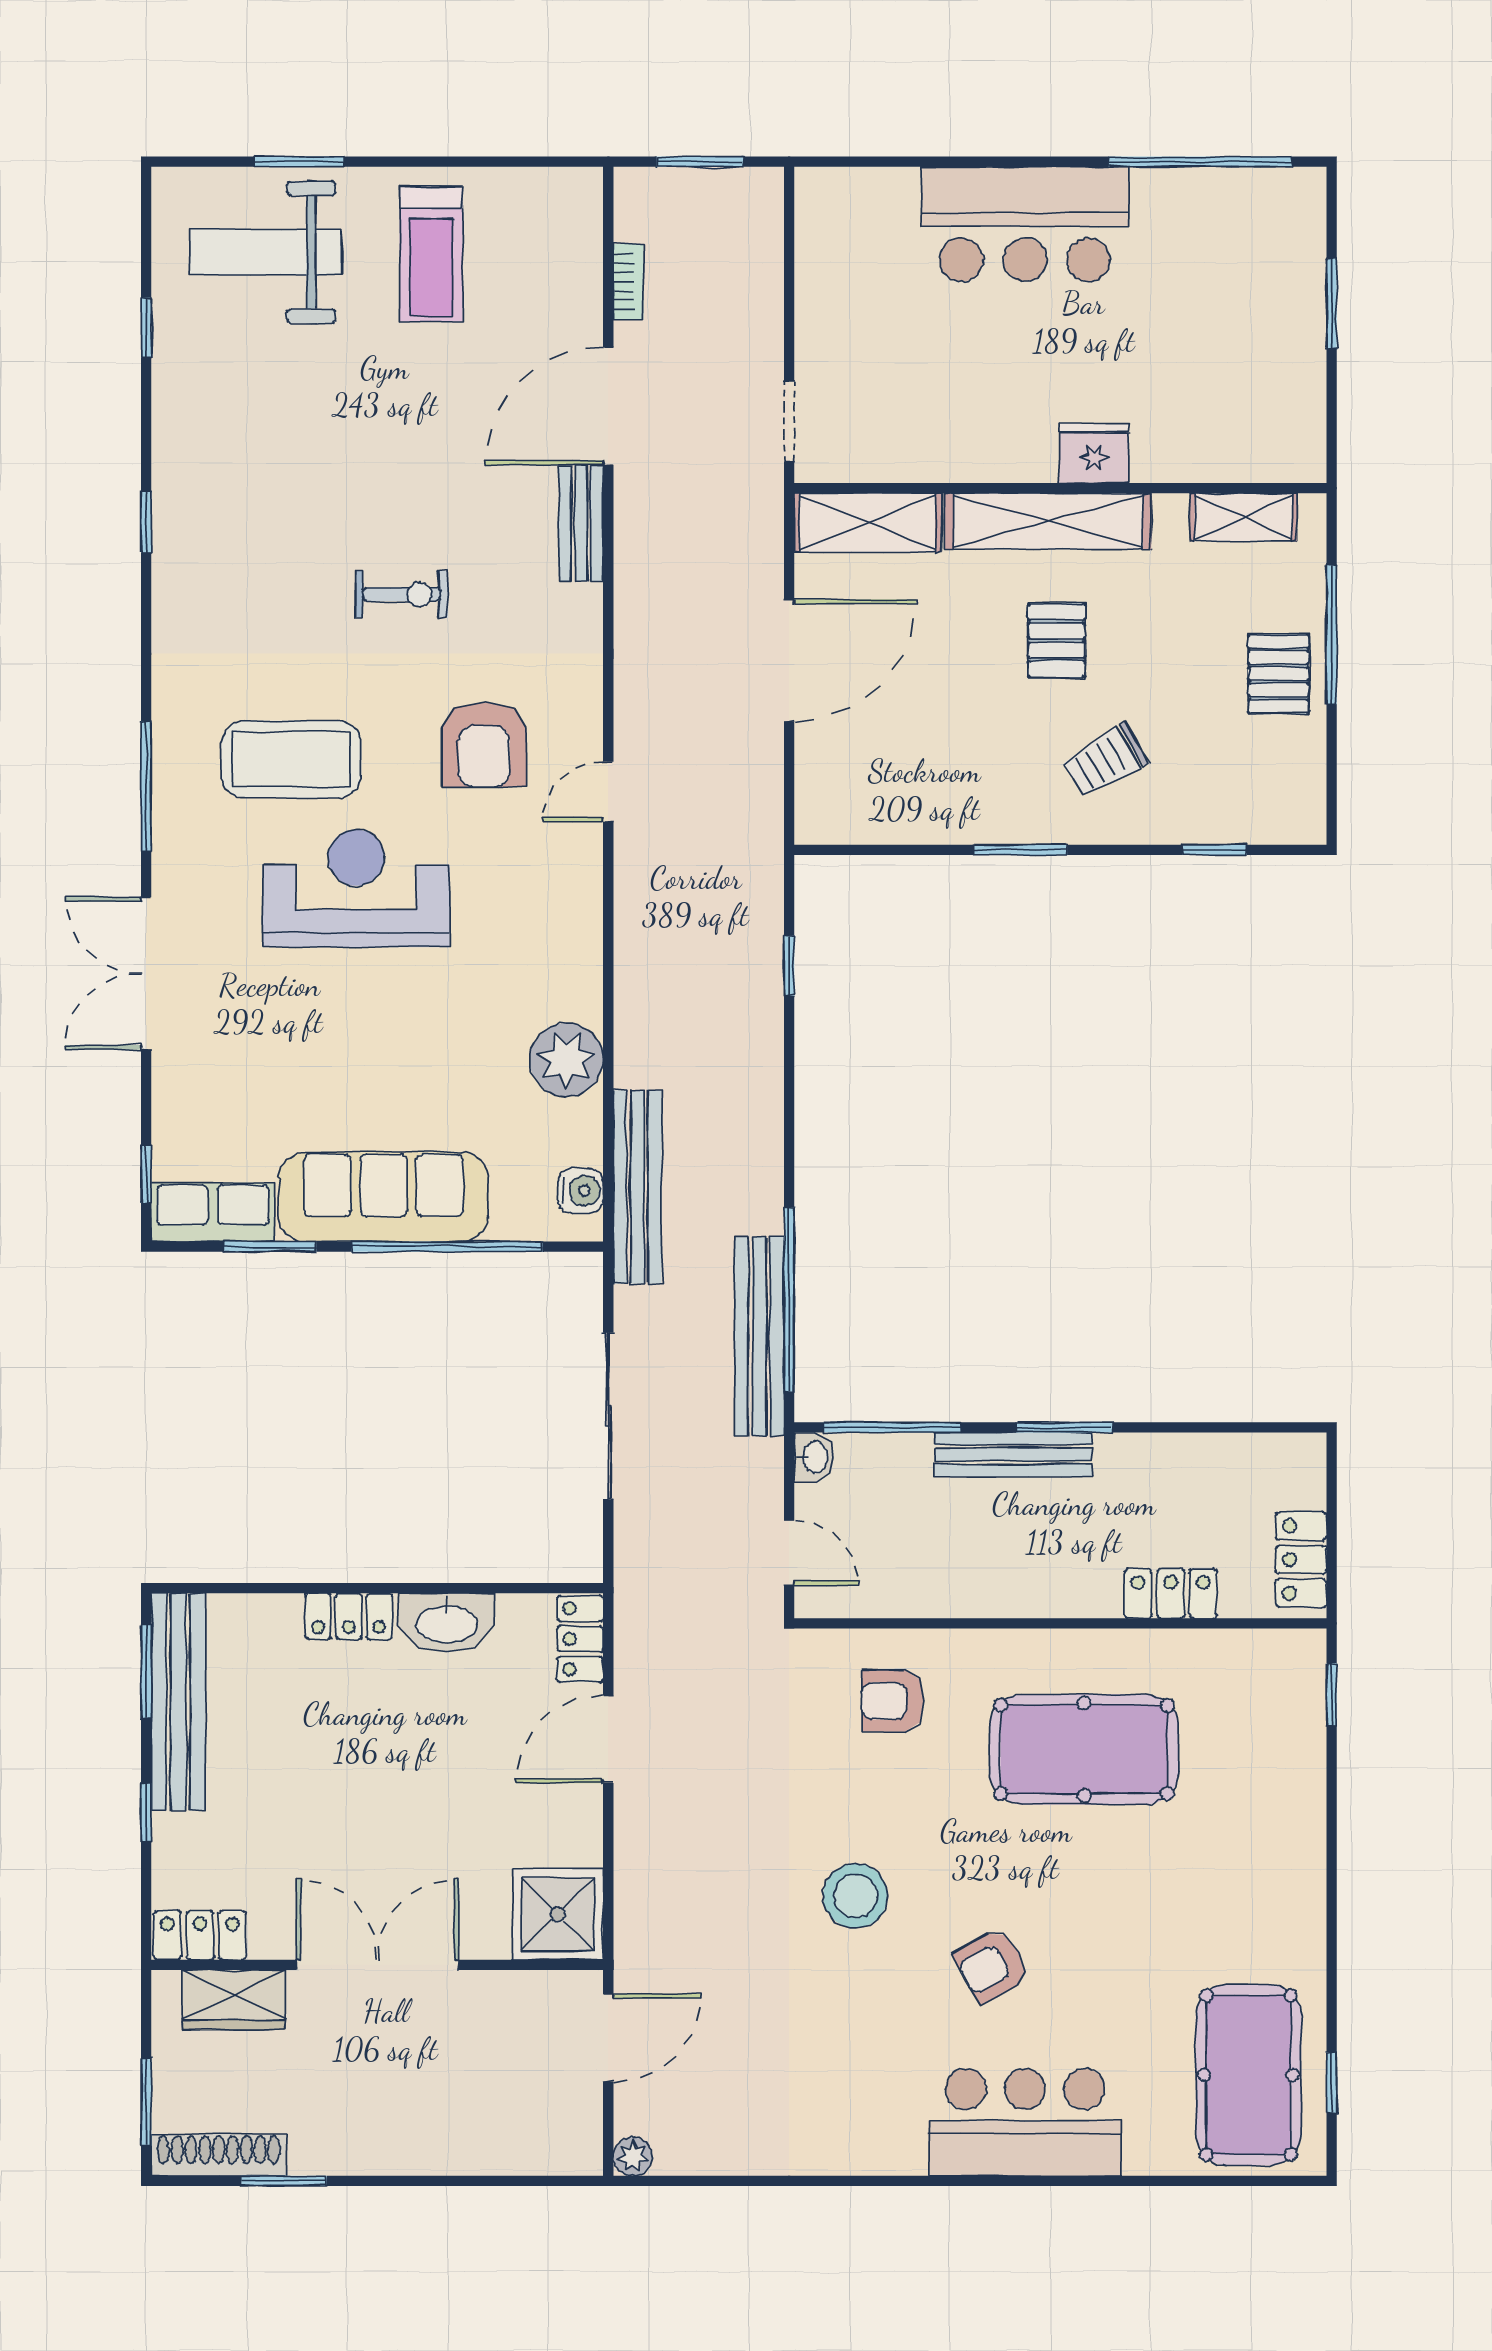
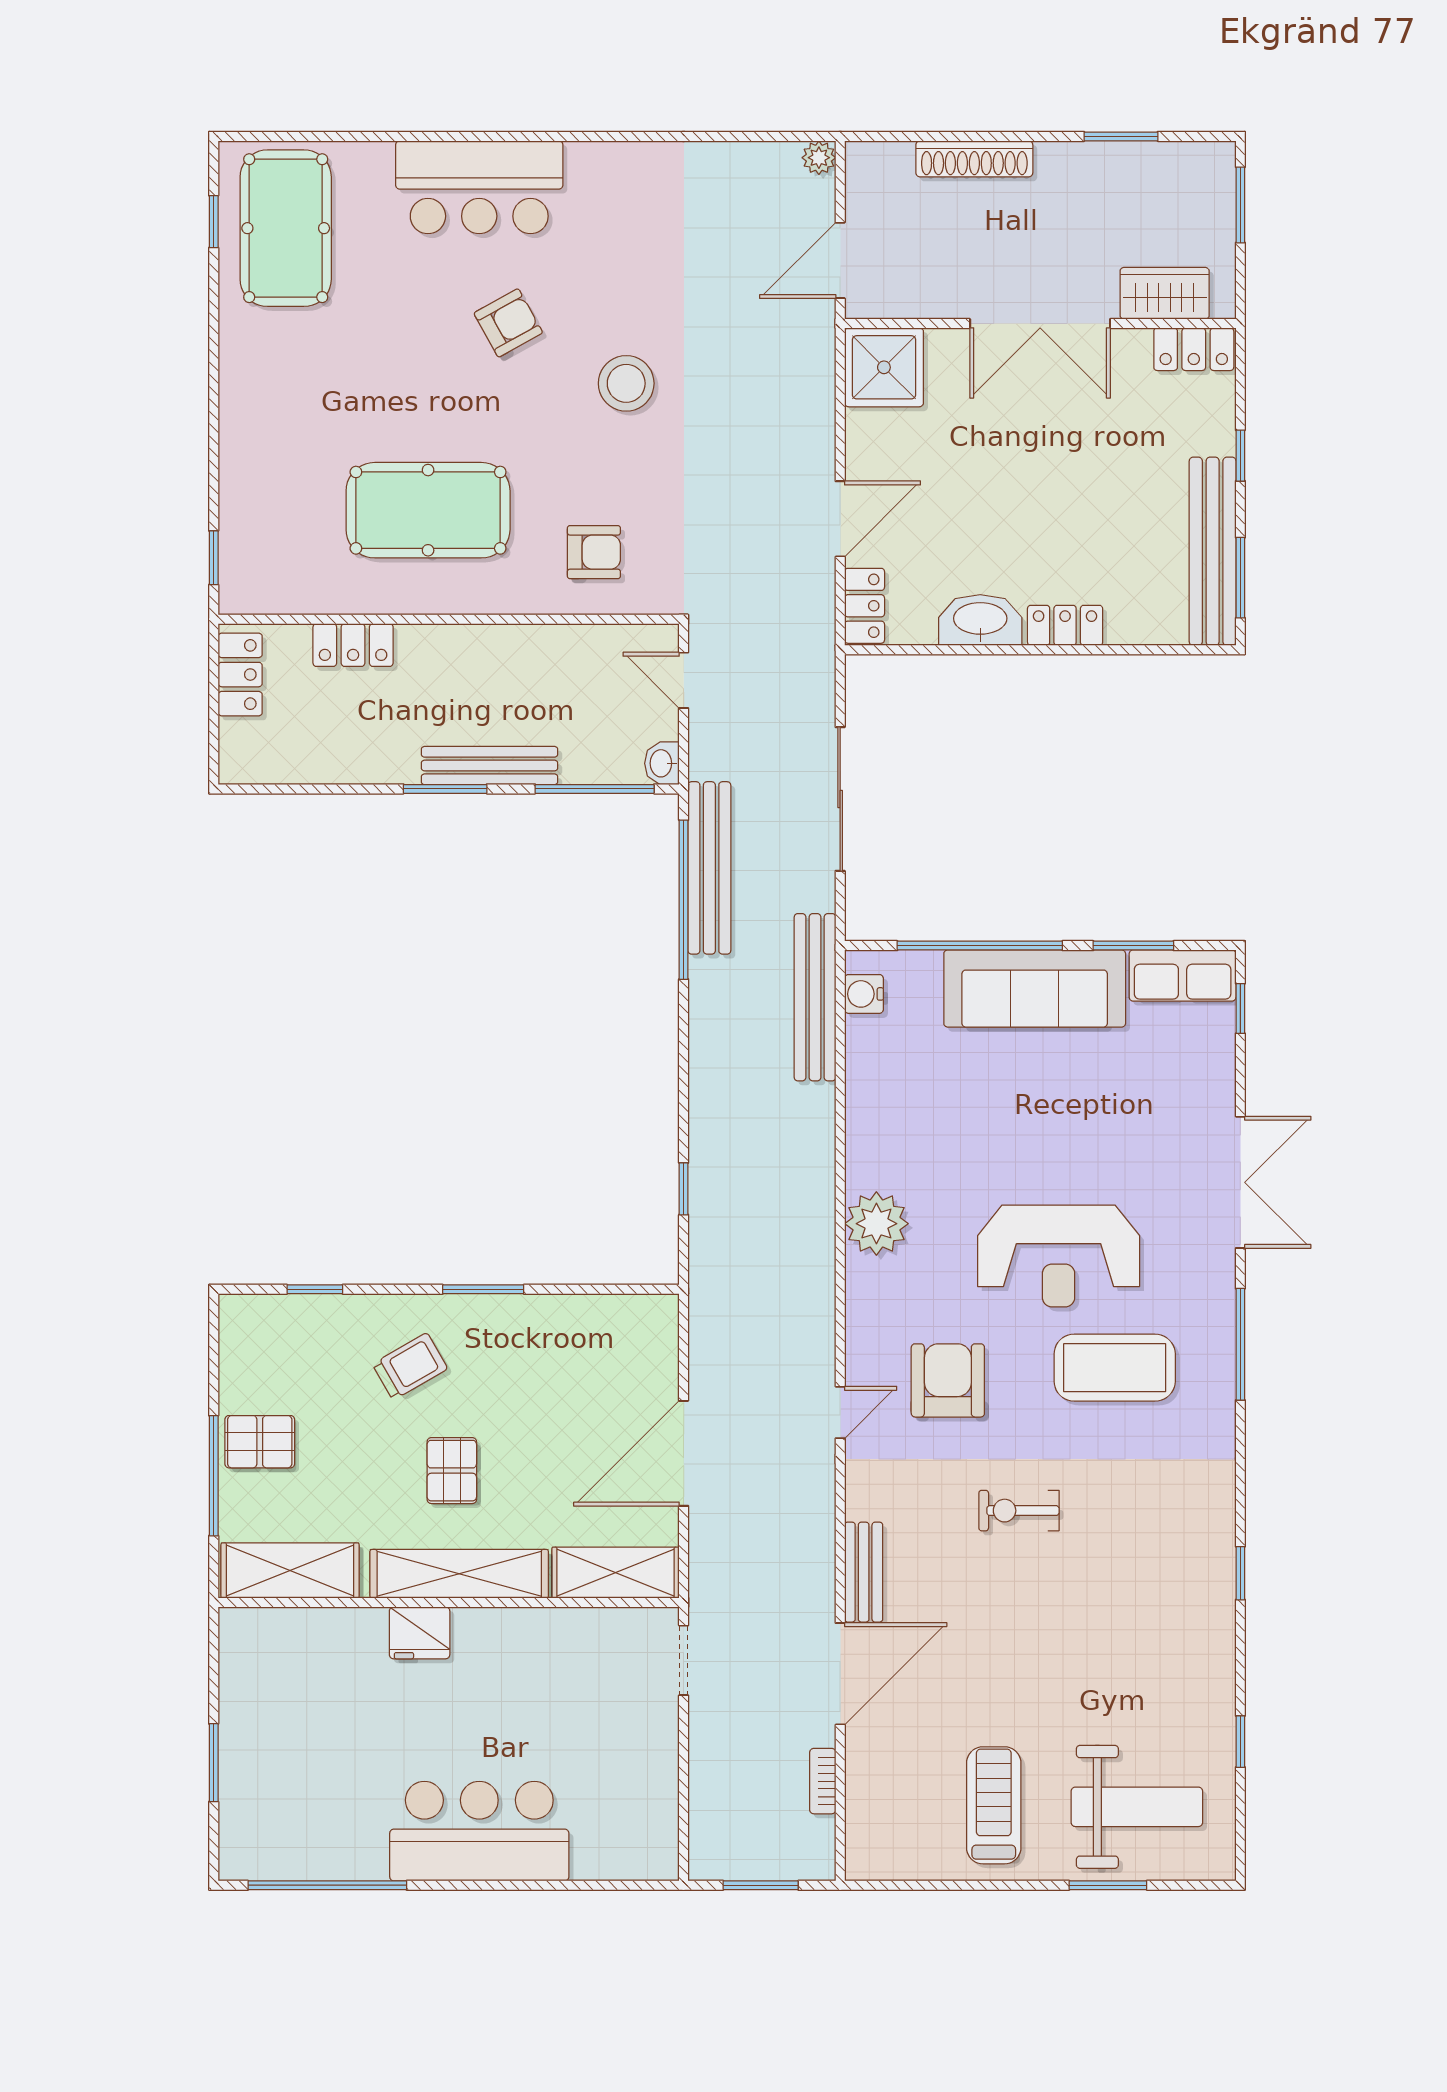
shelving: (1243, 517) -> (290, 1570), width x1.50, depth x1.33
pallet: (1278, 674) -> (260, 1442), turned 90
door: (608, 792) -> (840, 1412), moved
plant: (566, 1060) -> (876, 1224), moved
shoe rack: (219, 2155) -> (974, 159), moved

